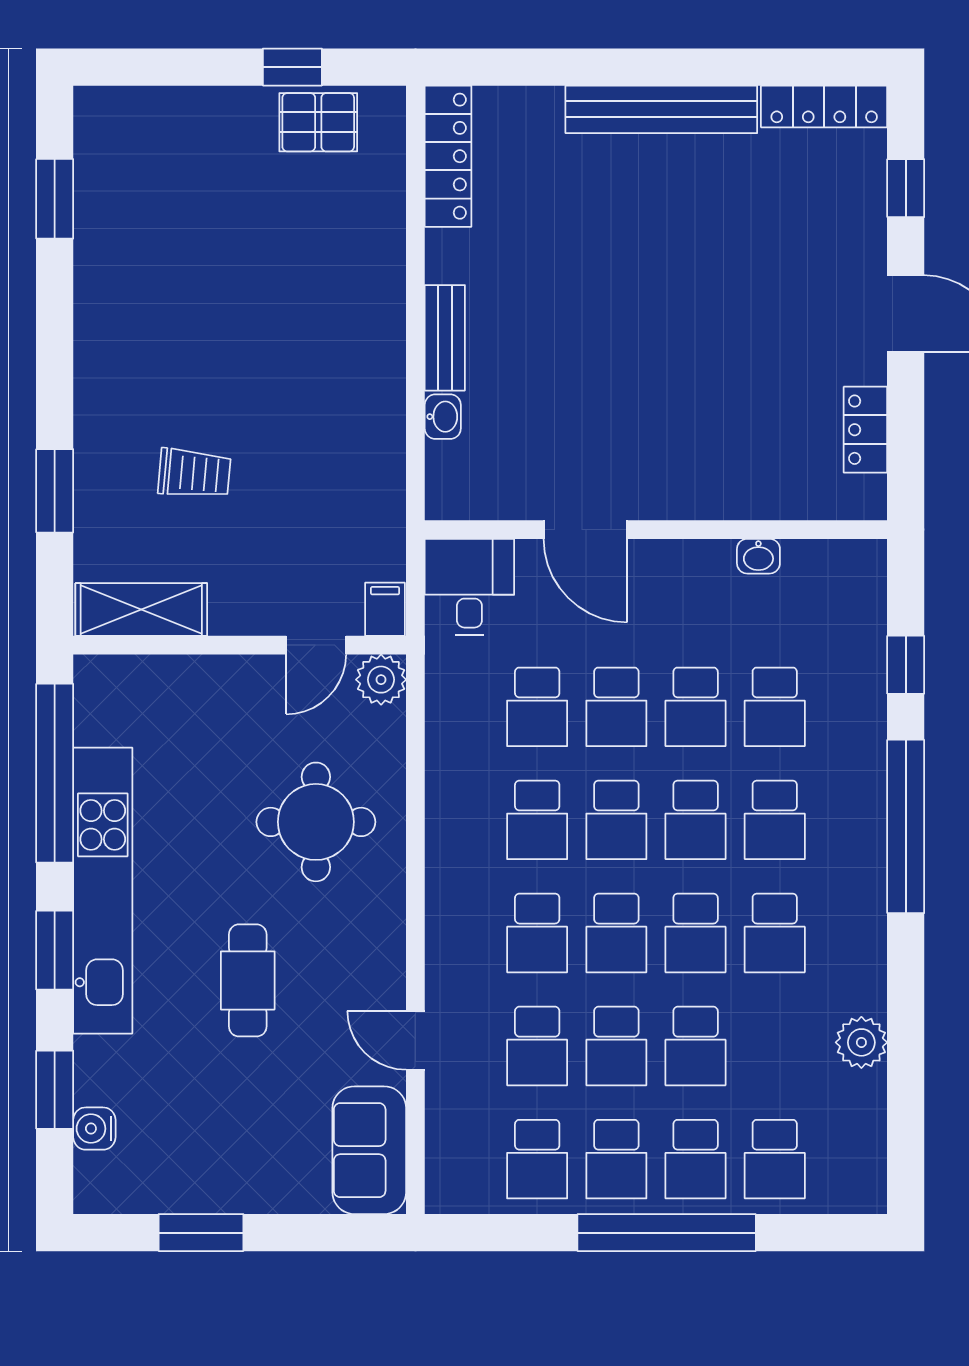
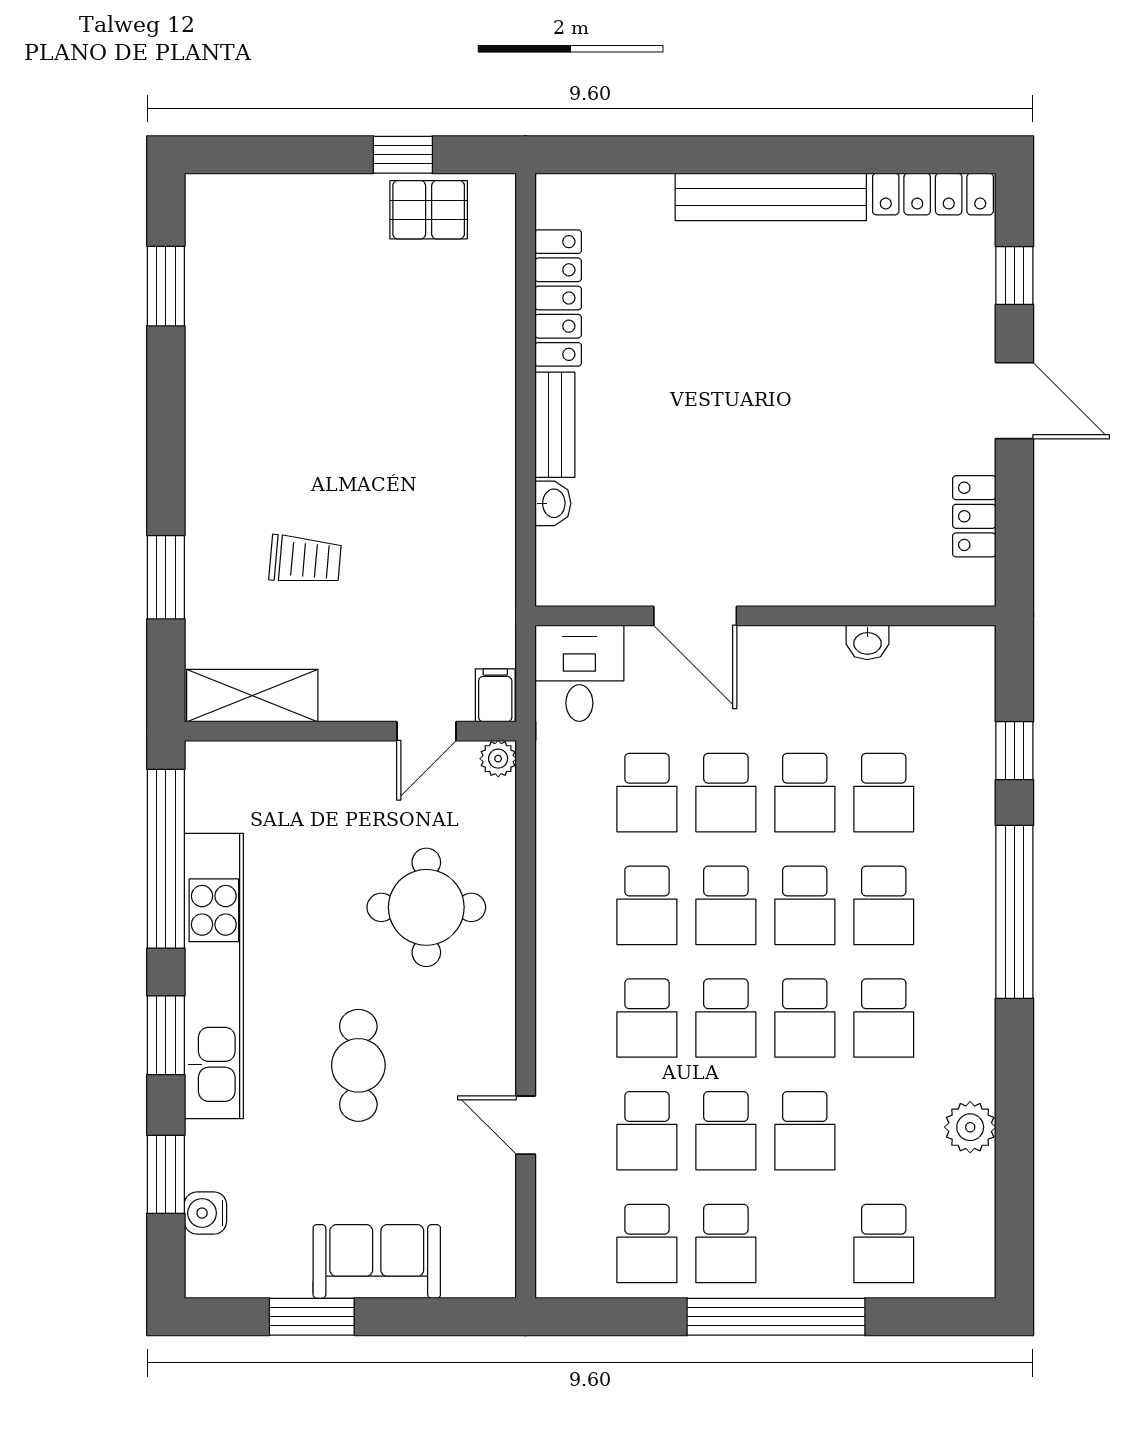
locker: (448, 156) -> (558, 298), moved
plant: (381, 680) -> (498, 759), width x0.73, depth x0.73
sofa: (369, 1150) -> (377, 1261), moved, turned 90
school desk: (696, 1159) -> (805, 1243), removed

